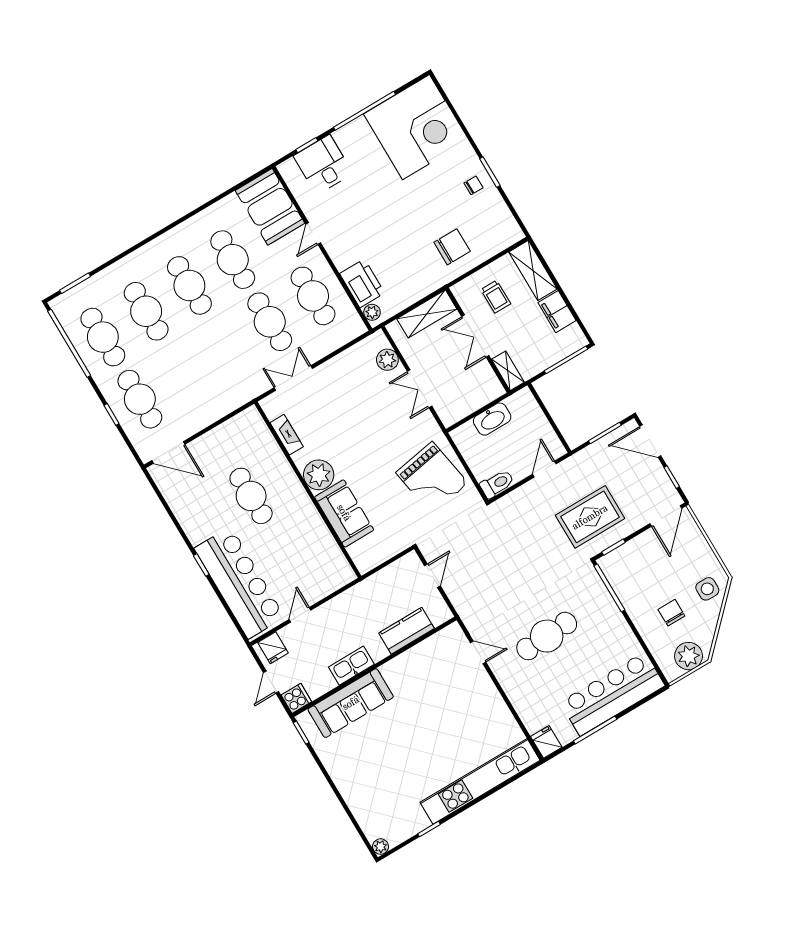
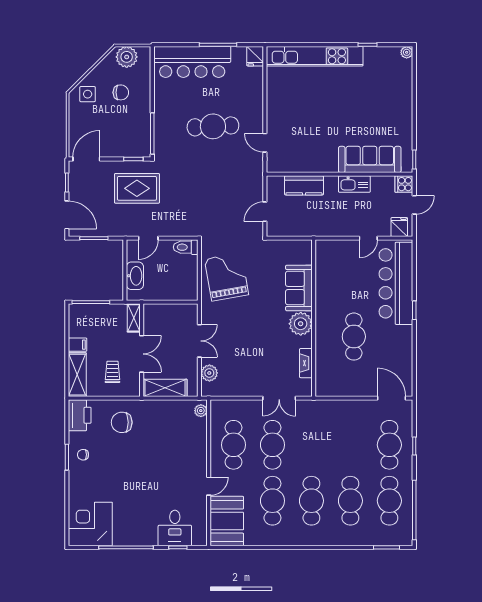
corner desk: (416, 127) -> (90, 524), width x0.74, depth x0.74
printer: (362, 283) -> (80, 415), moved, turned 180
filing cabinet: (557, 312) -> (78, 345), width x0.50
washbasin: (492, 419) -> (135, 276), moved, turned 90
chair: (671, 613) -> (121, 92), turned -90

